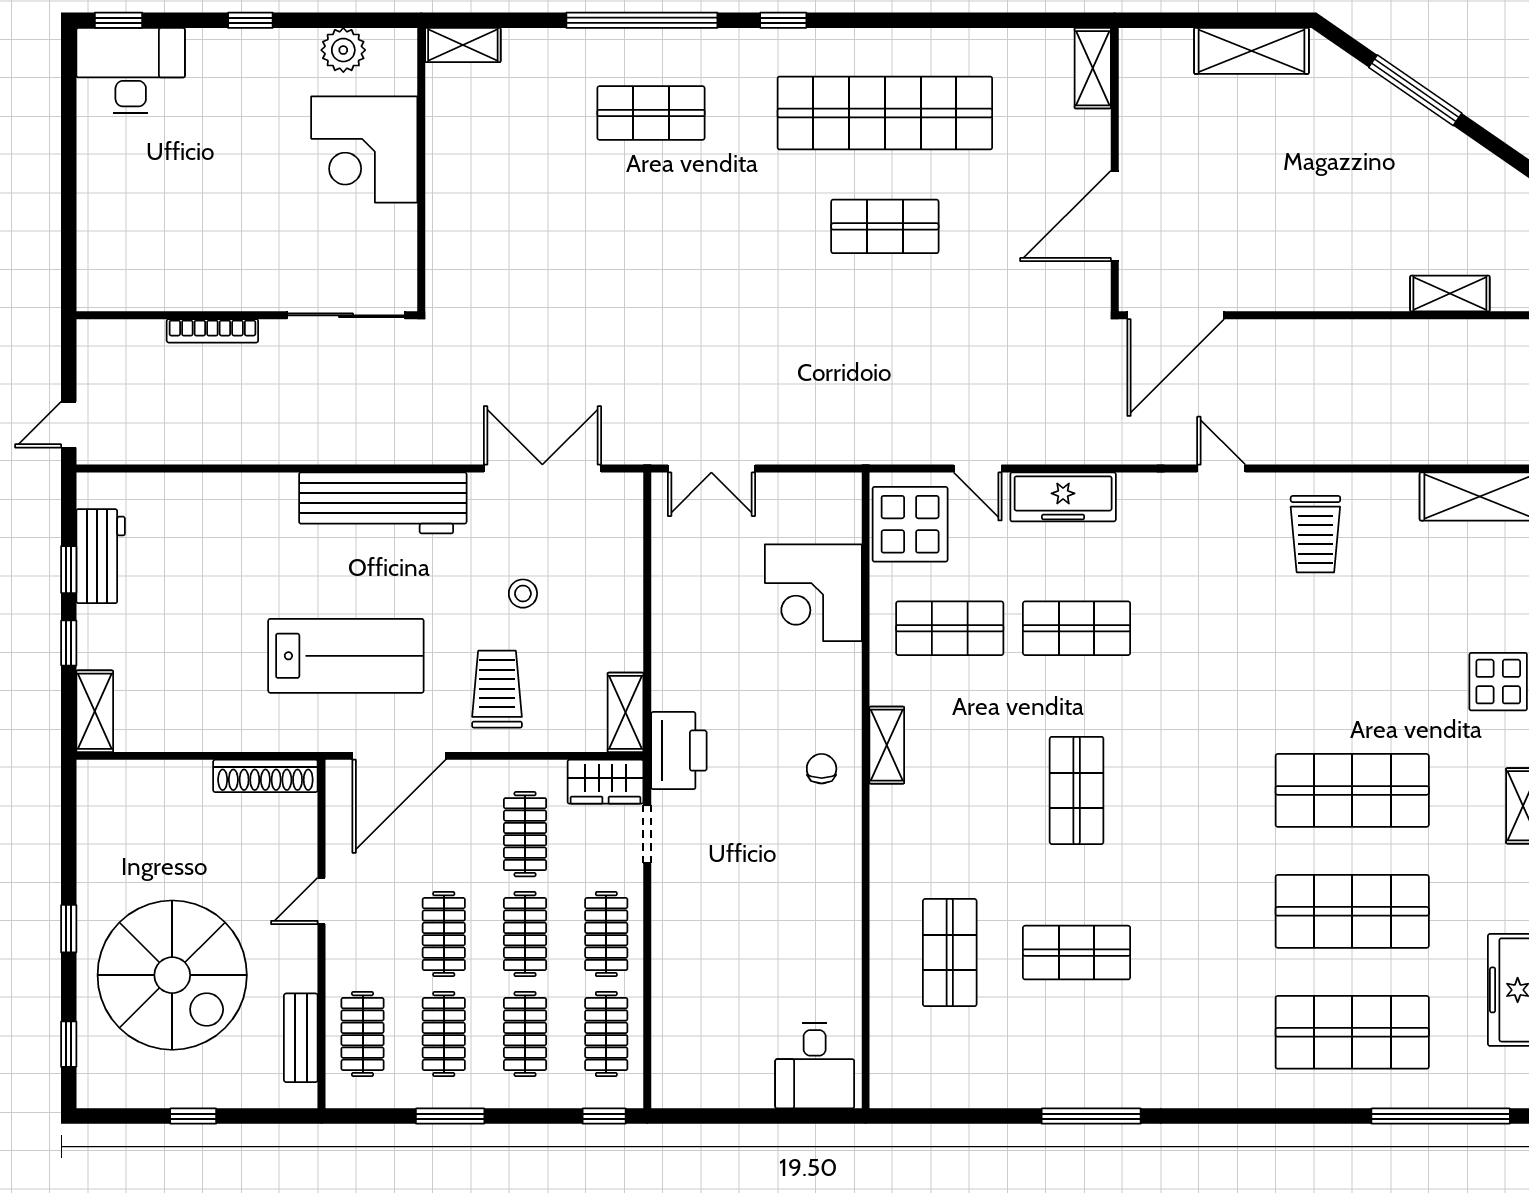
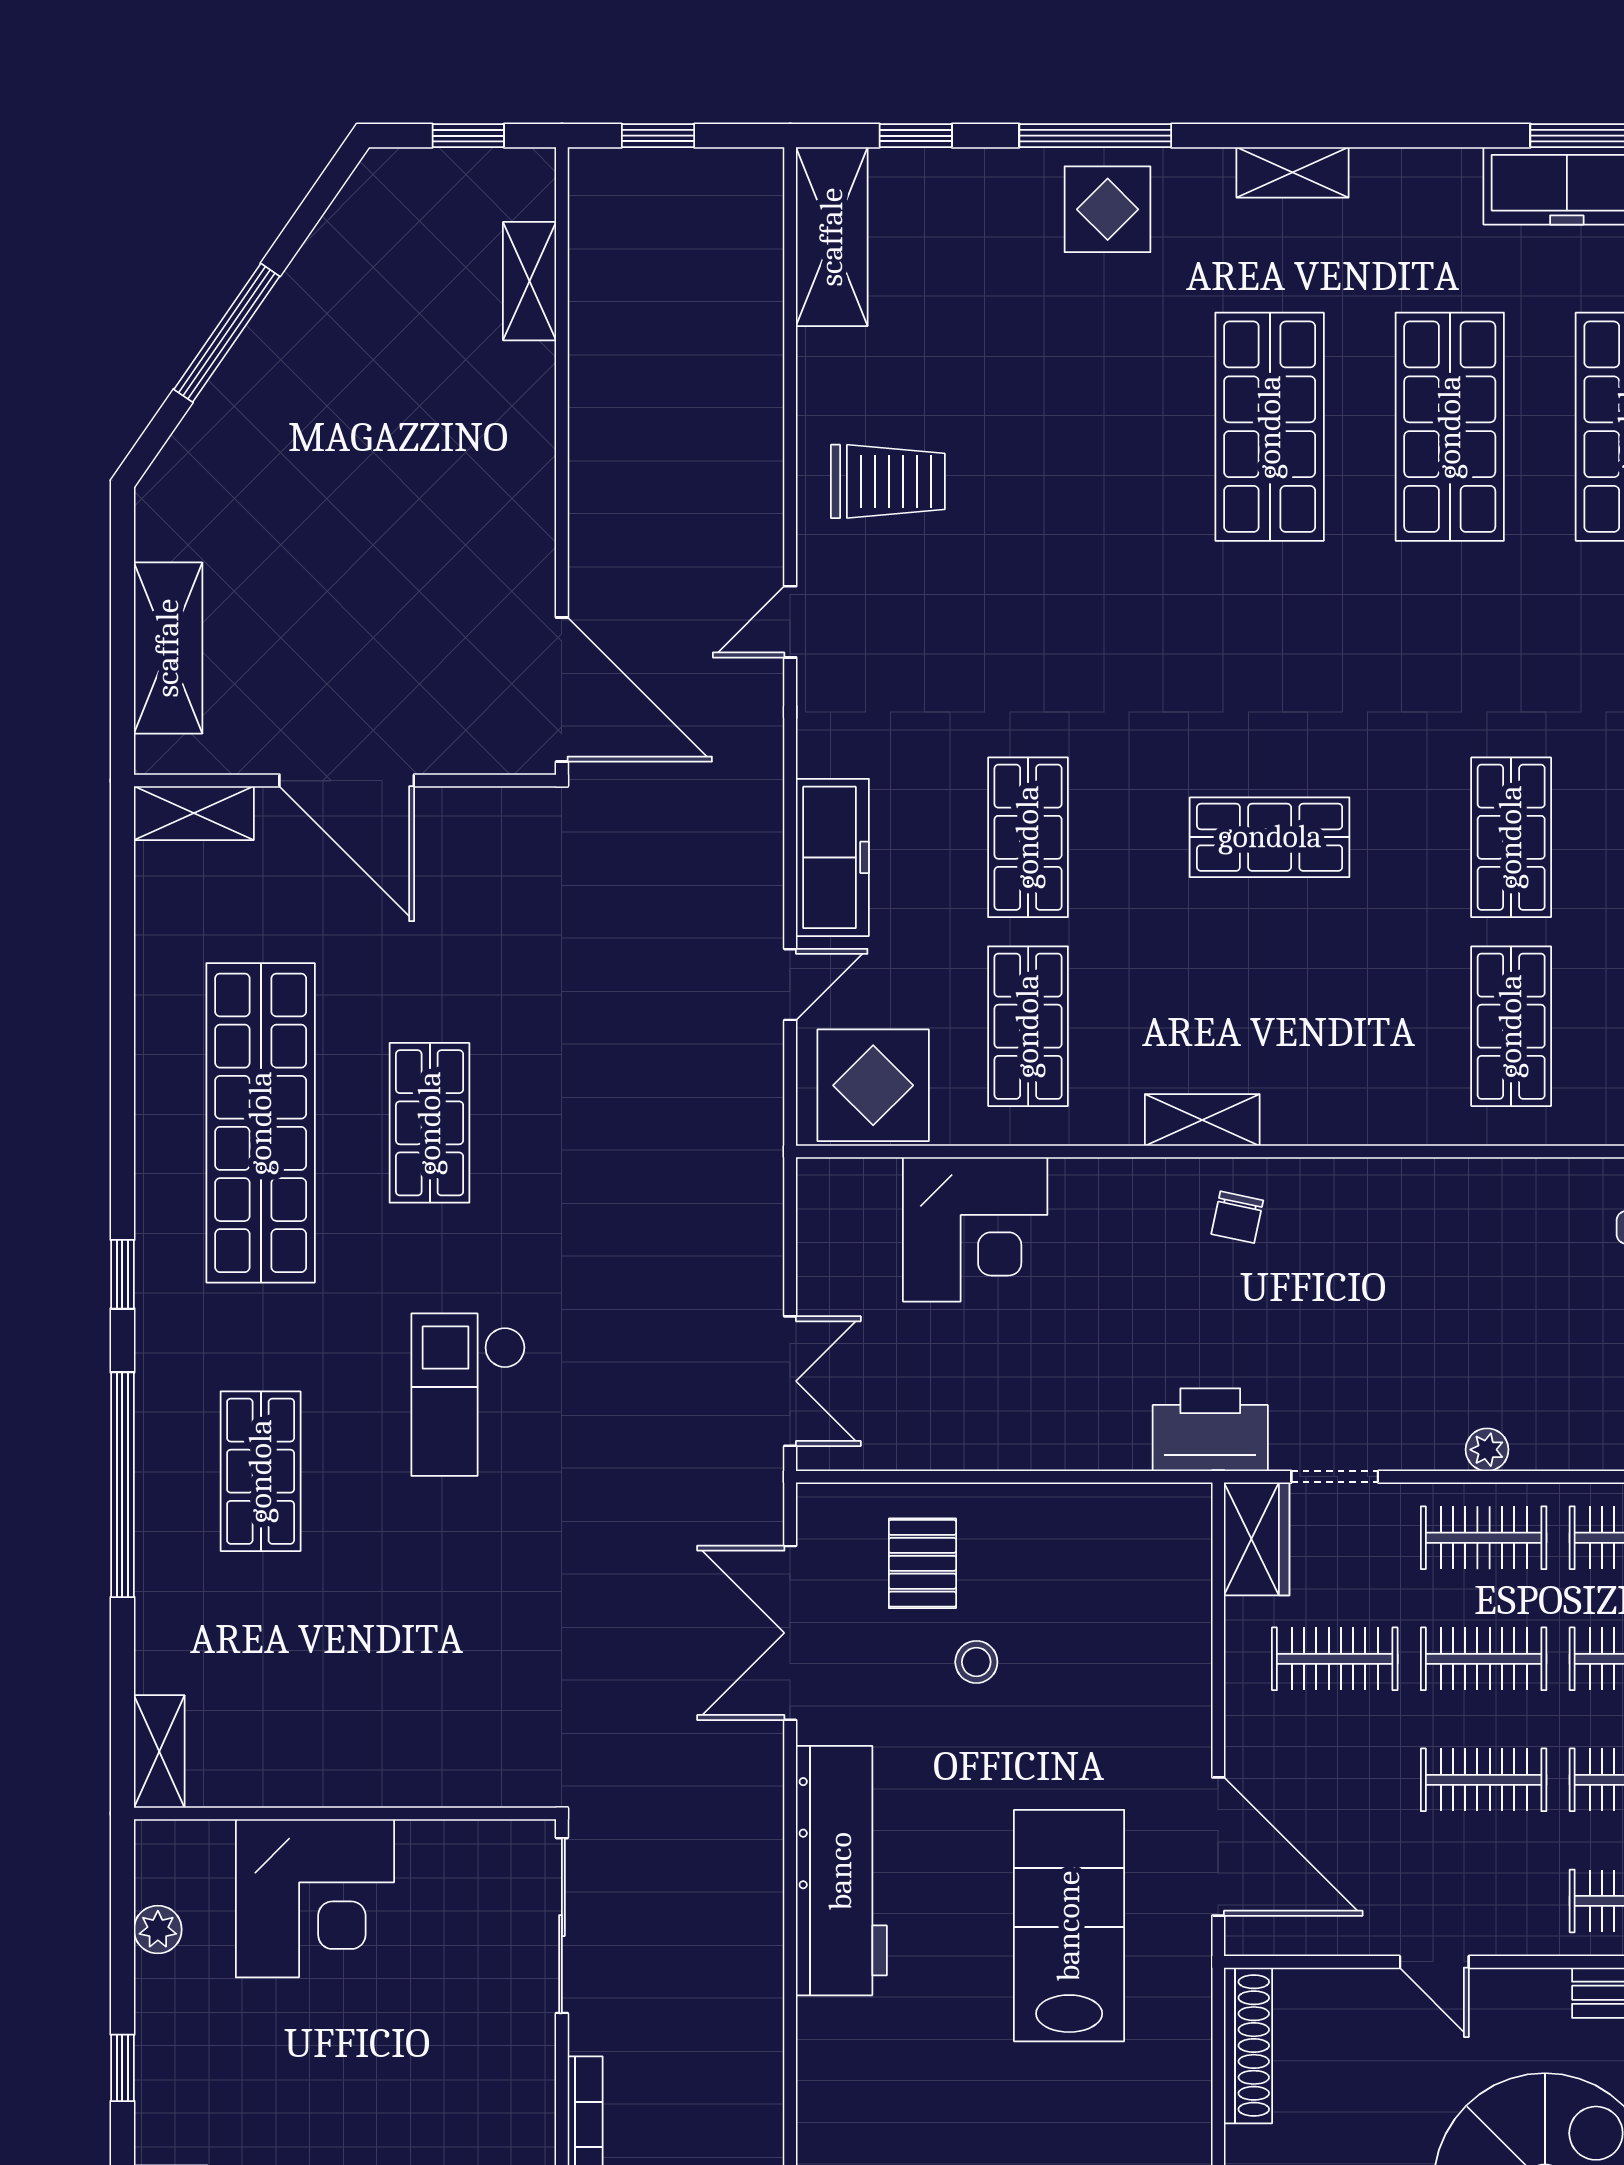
plant: (343, 50) -> (158, 1930), width x0.73, depth x0.73
shelving: (1251, 51) -> (168, 648), moved
door: (1115, 216) -> (347, 781), moved
checkout: (702, 253) -> (468, 1395), added
pallet: (589, 557) -> (922, 1563), added
trolley: (497, 689) -> (1119, 1700), removed
shelving: (626, 712) -> (1153, 1509), removed
chair: (822, 769) -> (1237, 1217), turned -78
plant: (665, 936) -> (1487, 1450), added
shop shelf: (950, 953) -> (1511, 1026), turned 90

